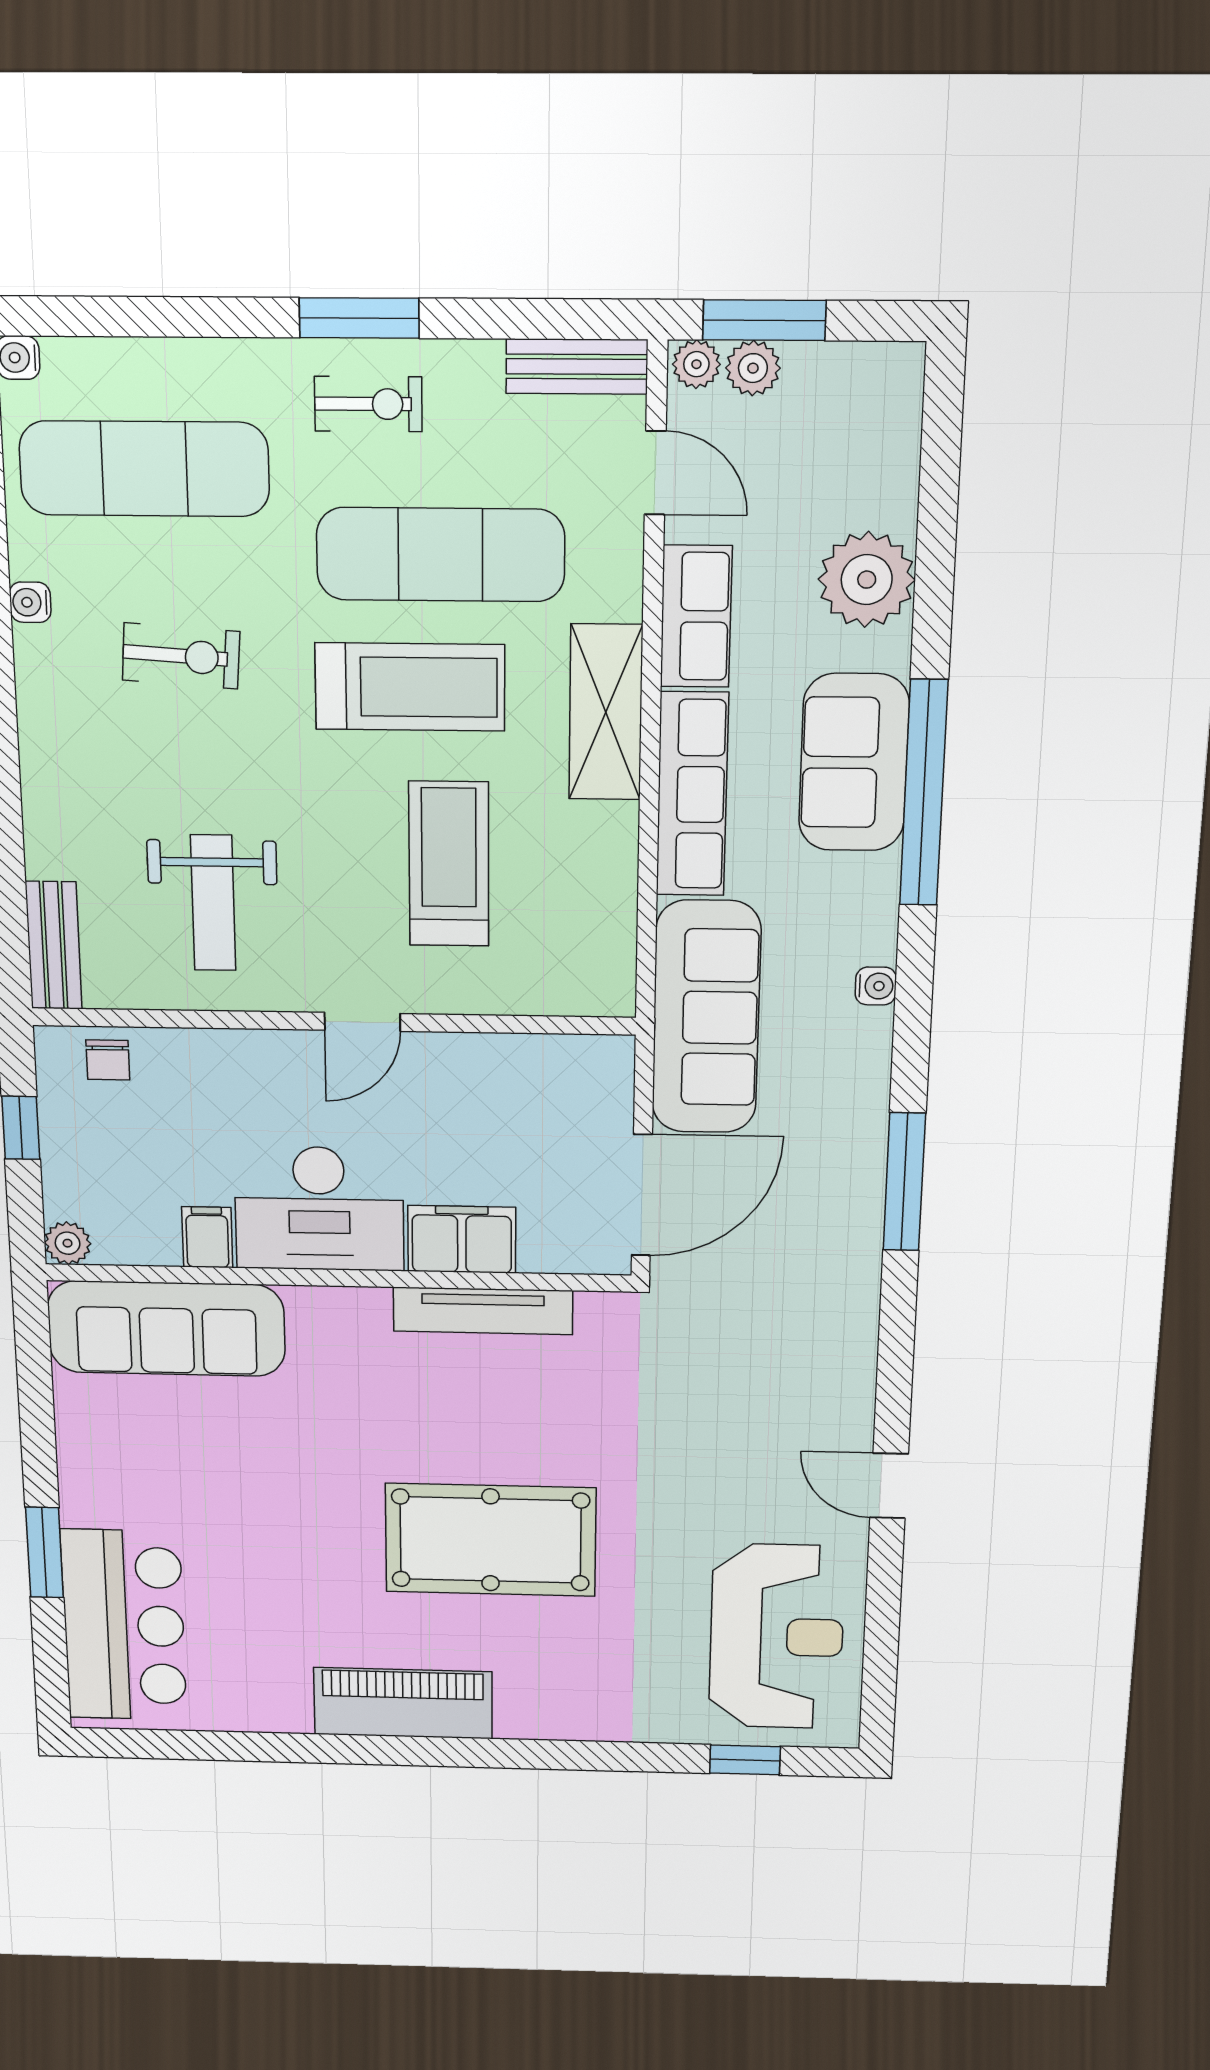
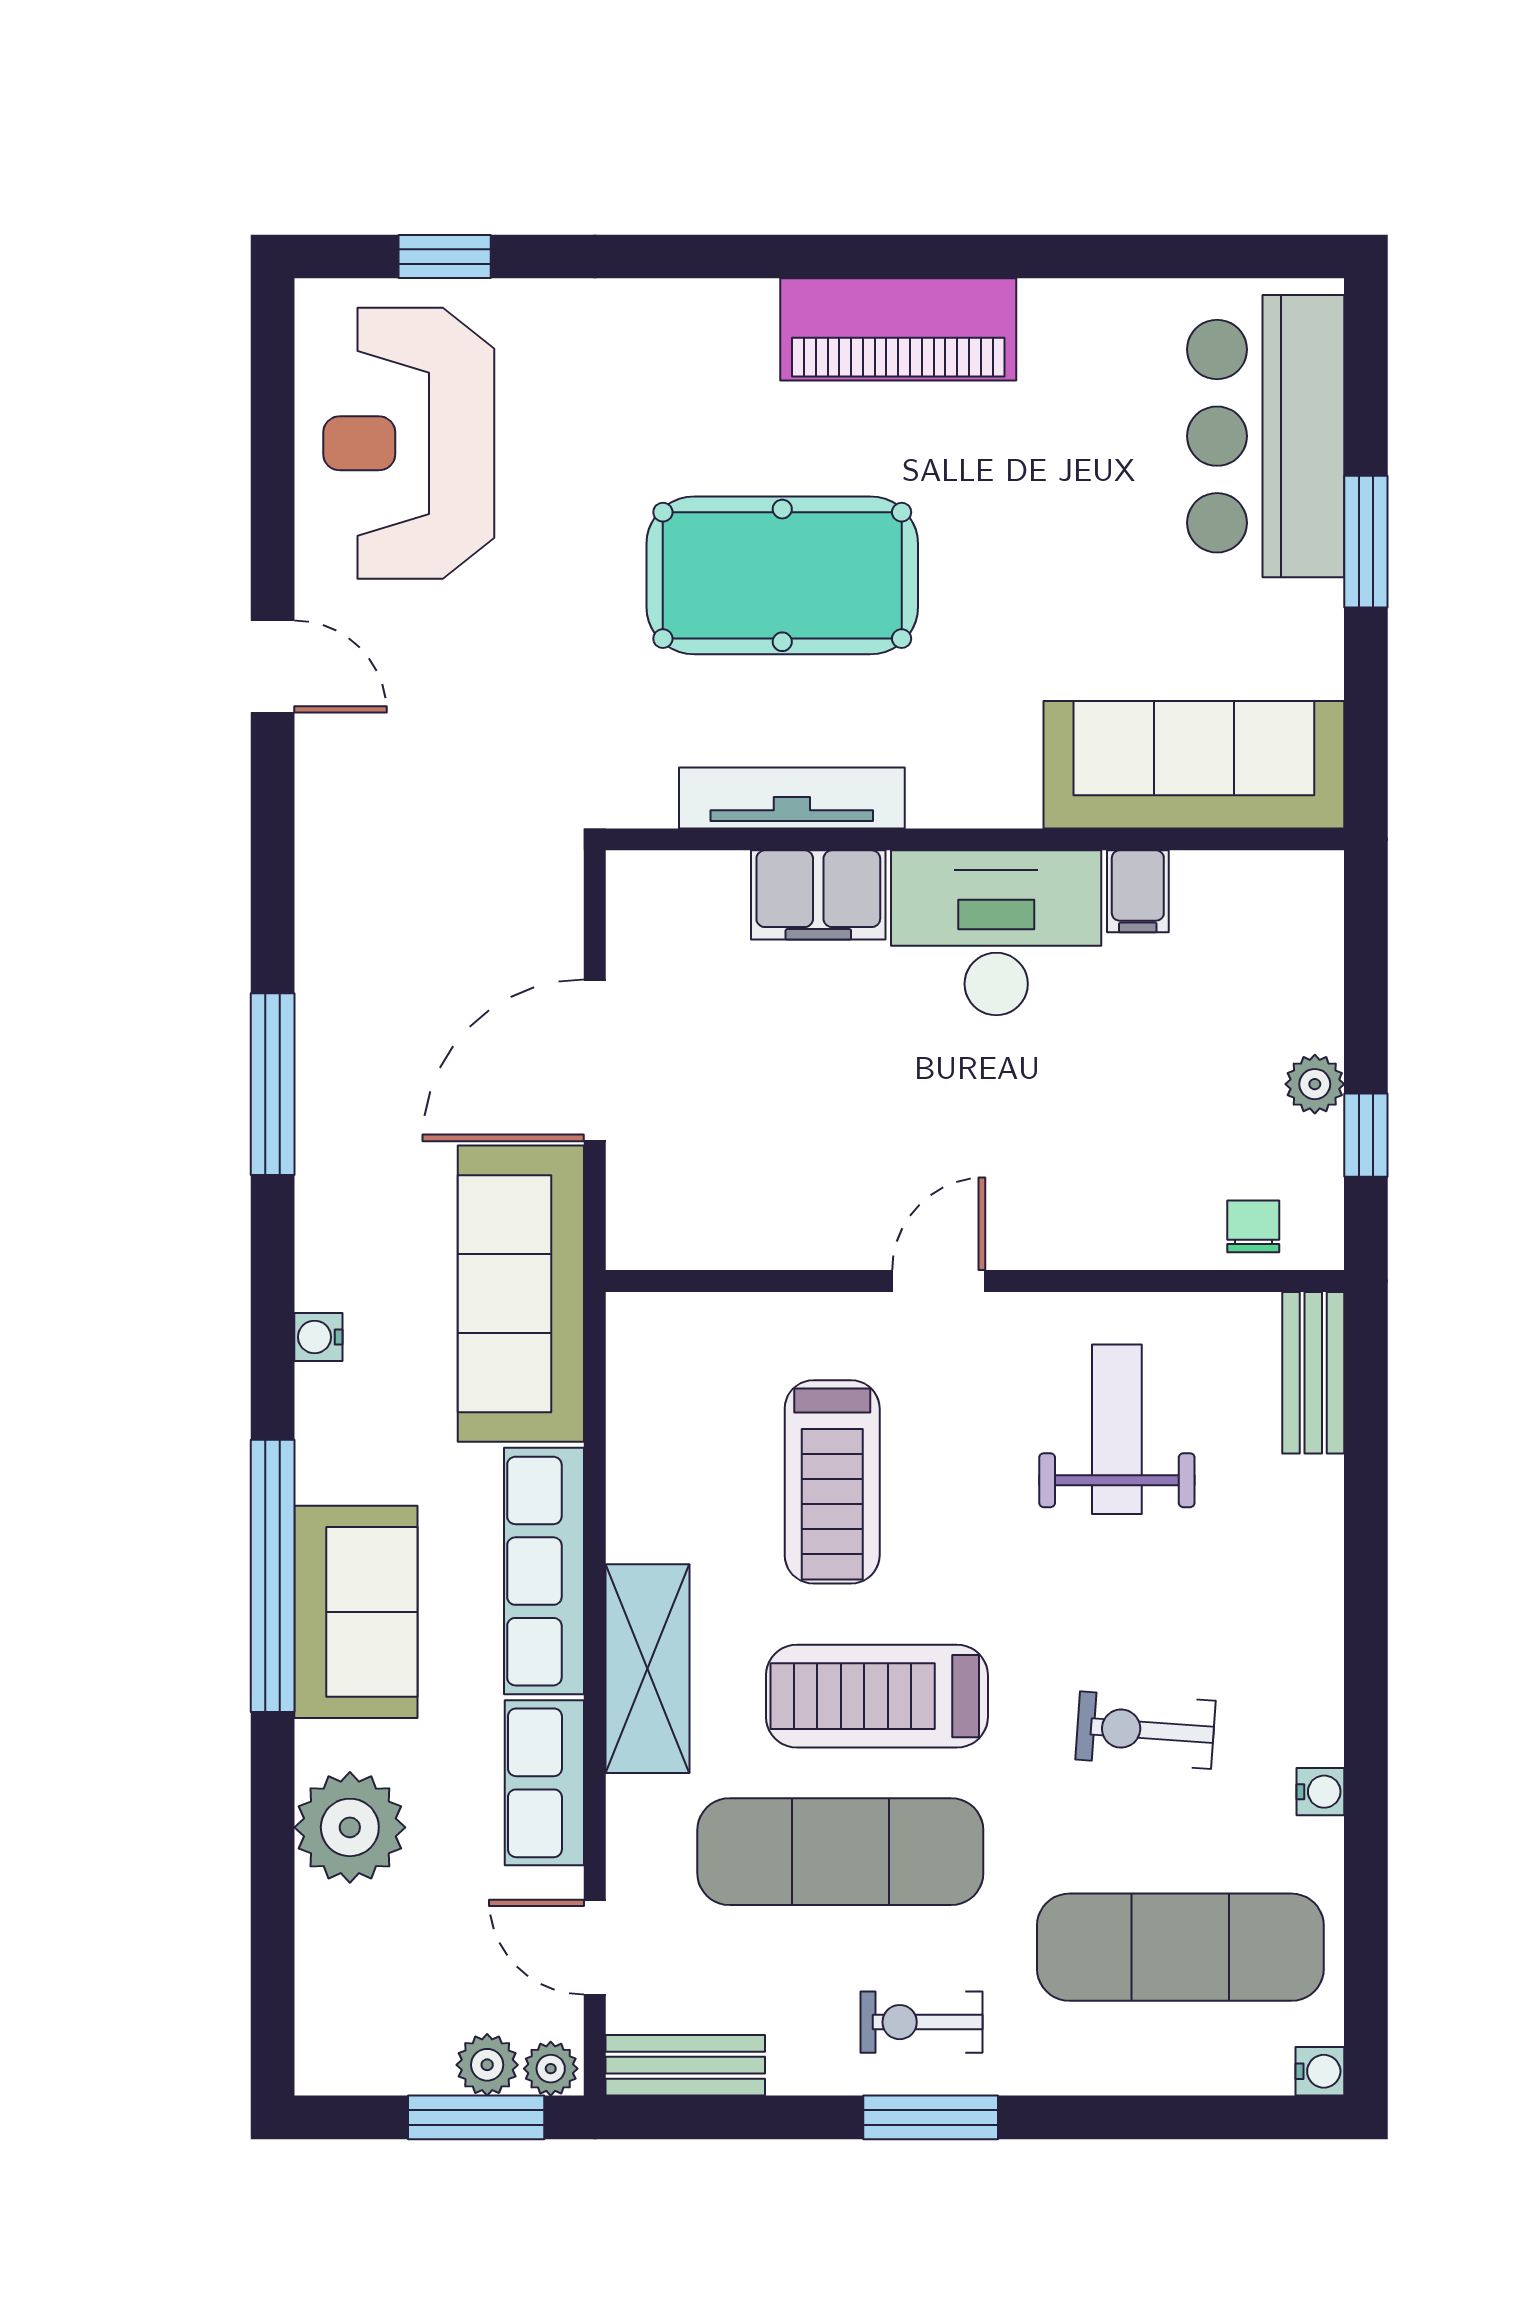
desk: (319, 1209) -> (996, 933), moved
filing cabinet: (207, 1237) -> (1138, 891), moved
filing cabinet: (462, 1239) -> (818, 895), moved
plant: (68, 1243) -> (1315, 1084), moved
wall: (337, 1278) -> (975, 839), moved
tv unit: (483, 1311) -> (792, 798), moved
sofa: (166, 1329) -> (1194, 765), moved

